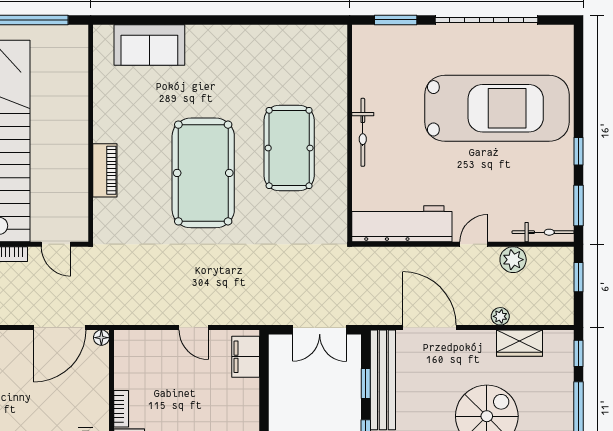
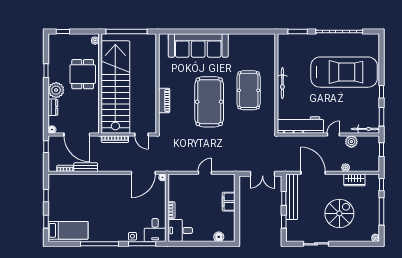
sofa: (149, 45) -> (198, 46), width x1.85, depth x1.27
door: (194, 328) -> (205, 173), swing flipped
filing cabinet: (246, 357) -> (229, 202), moved

